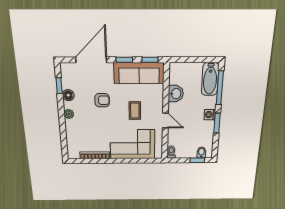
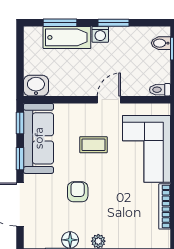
bathtub: (210, 79) -> (67, 37), moved
window: (220, 88) -> (60, 23), width x0.69
washbasin: (176, 94) -> (36, 86), moved

